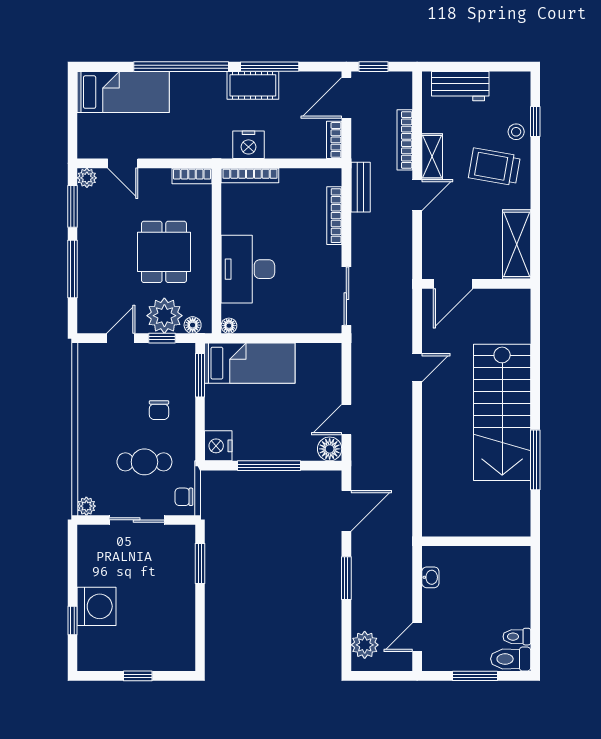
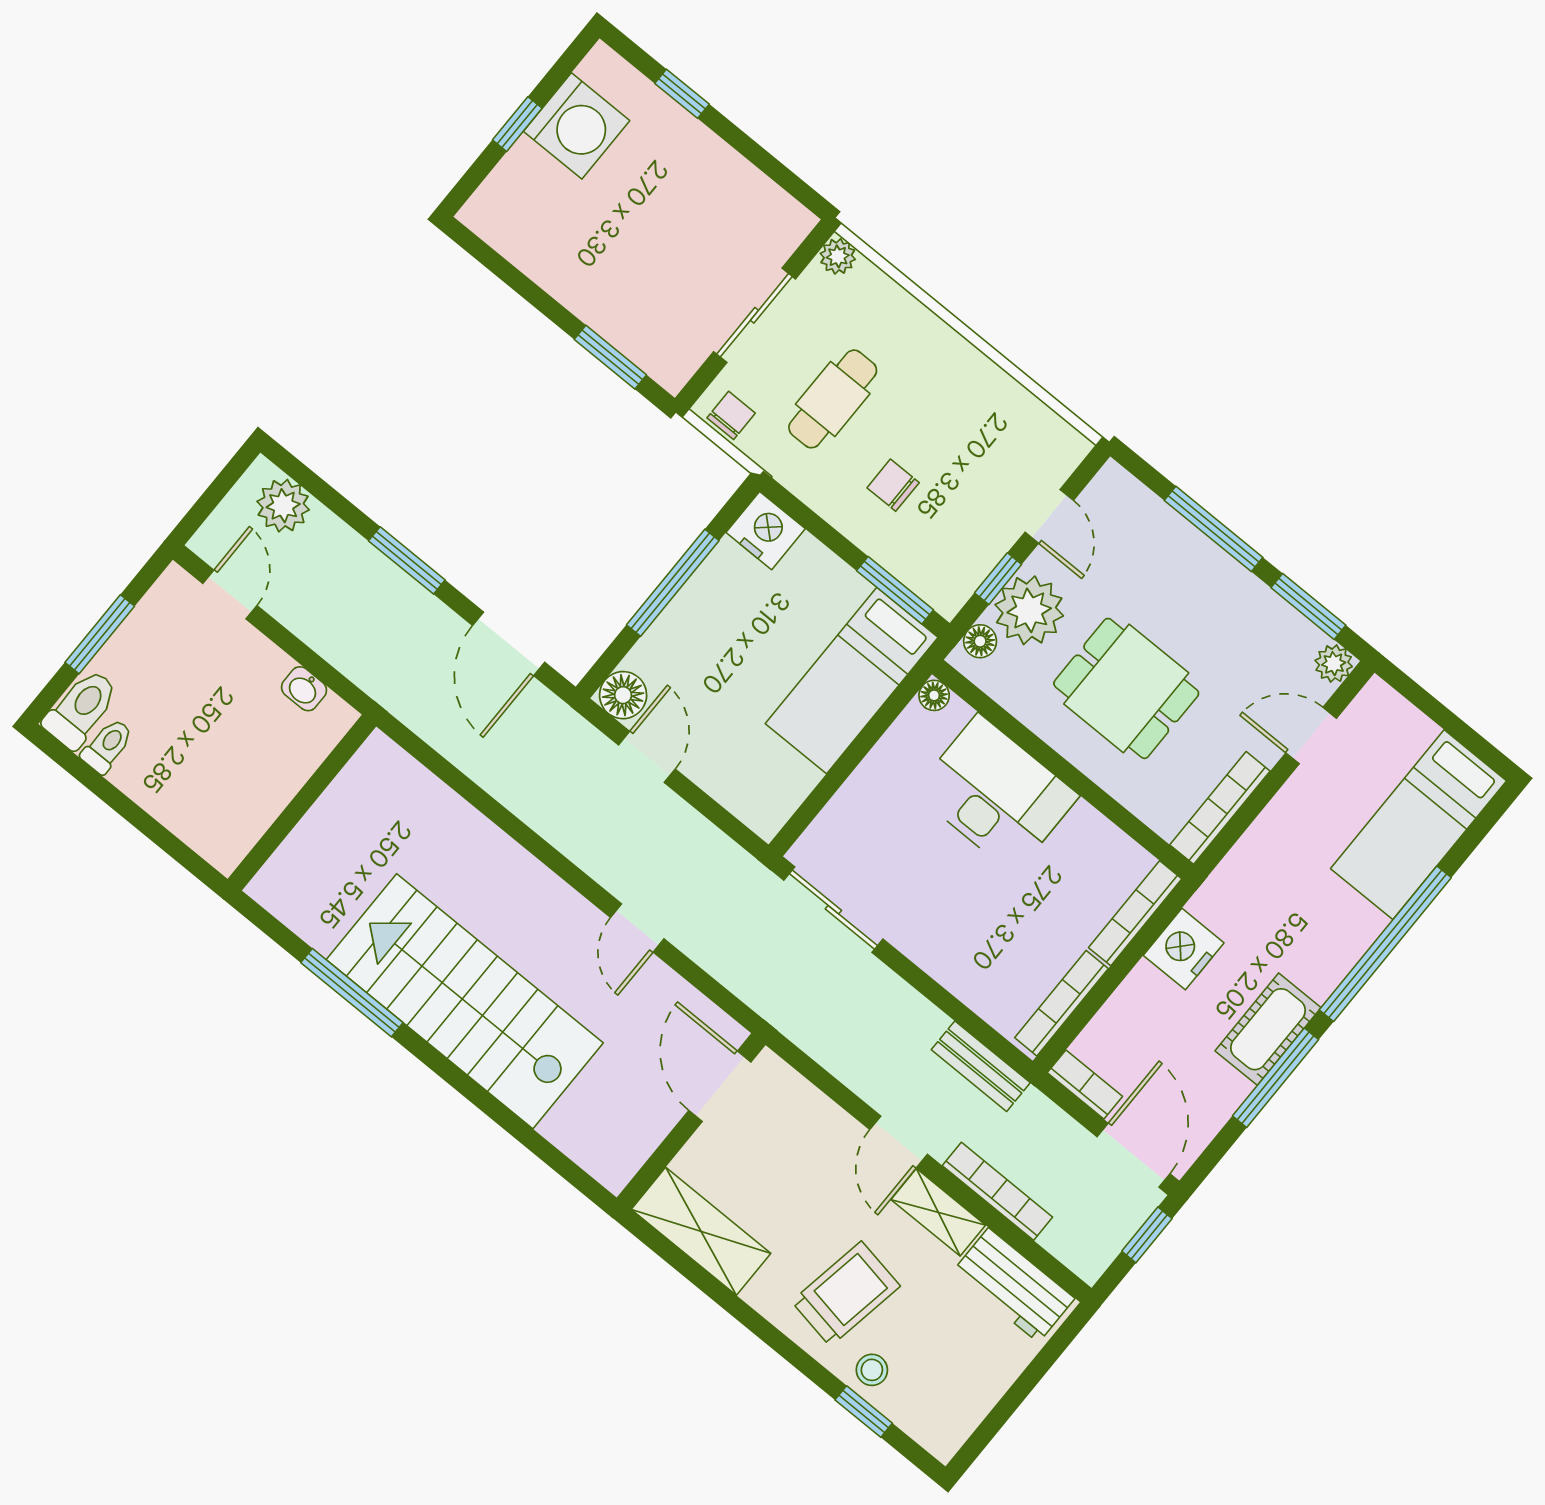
workbench: (460, 86) -> (1013, 1285), moved, turned -90
bookcase: (192, 176) -> (1220, 808), width x1.56
bookcase: (334, 216) -> (1061, 1003), moved, turned -90
washing machine: (97, 606) -> (577, 126), moved, turned -90

